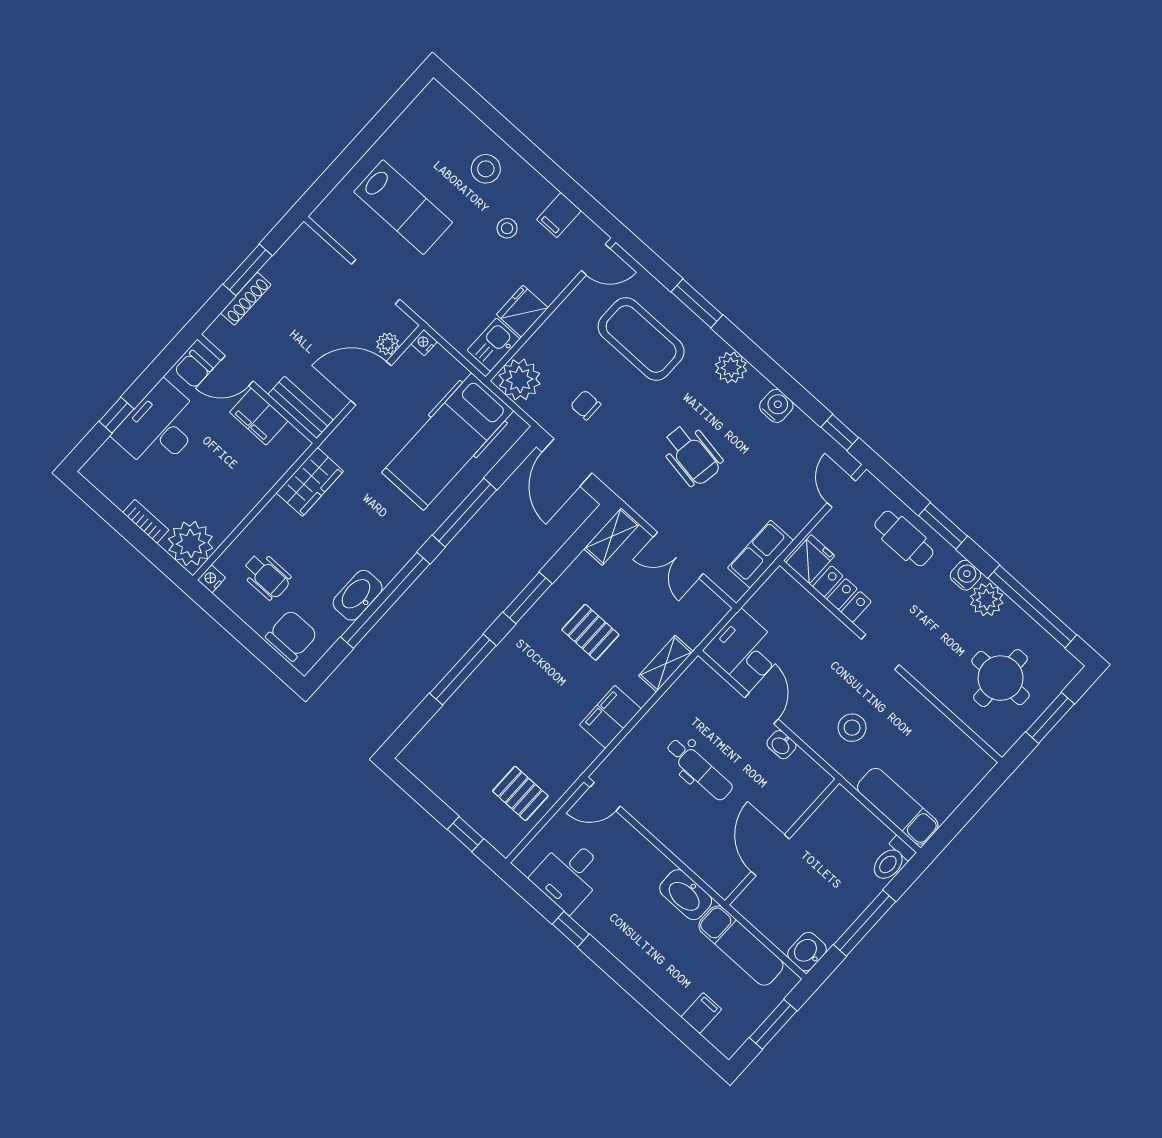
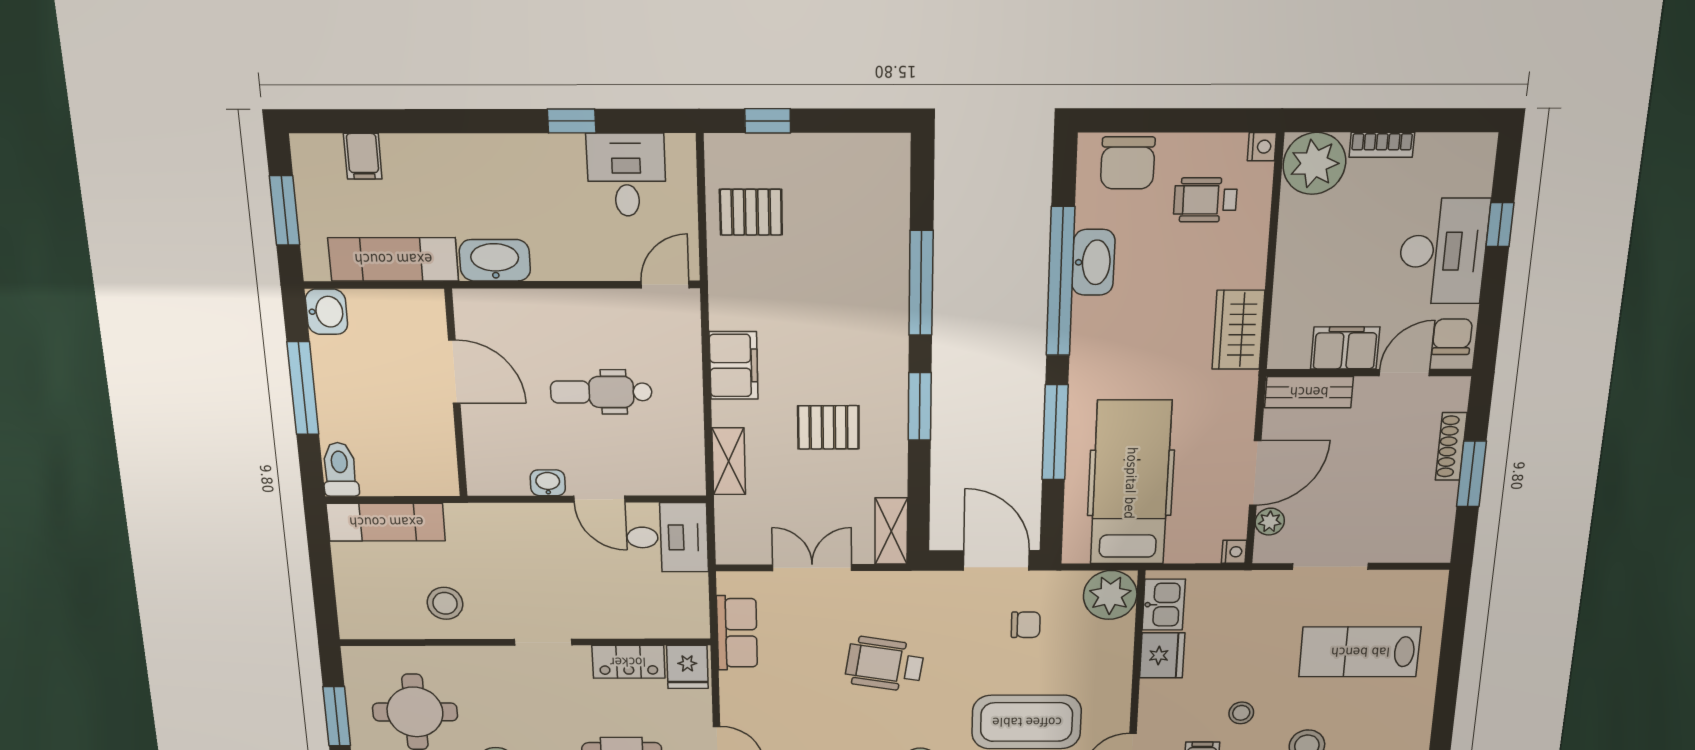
stool: (852, 728) -> (445, 603), moved

